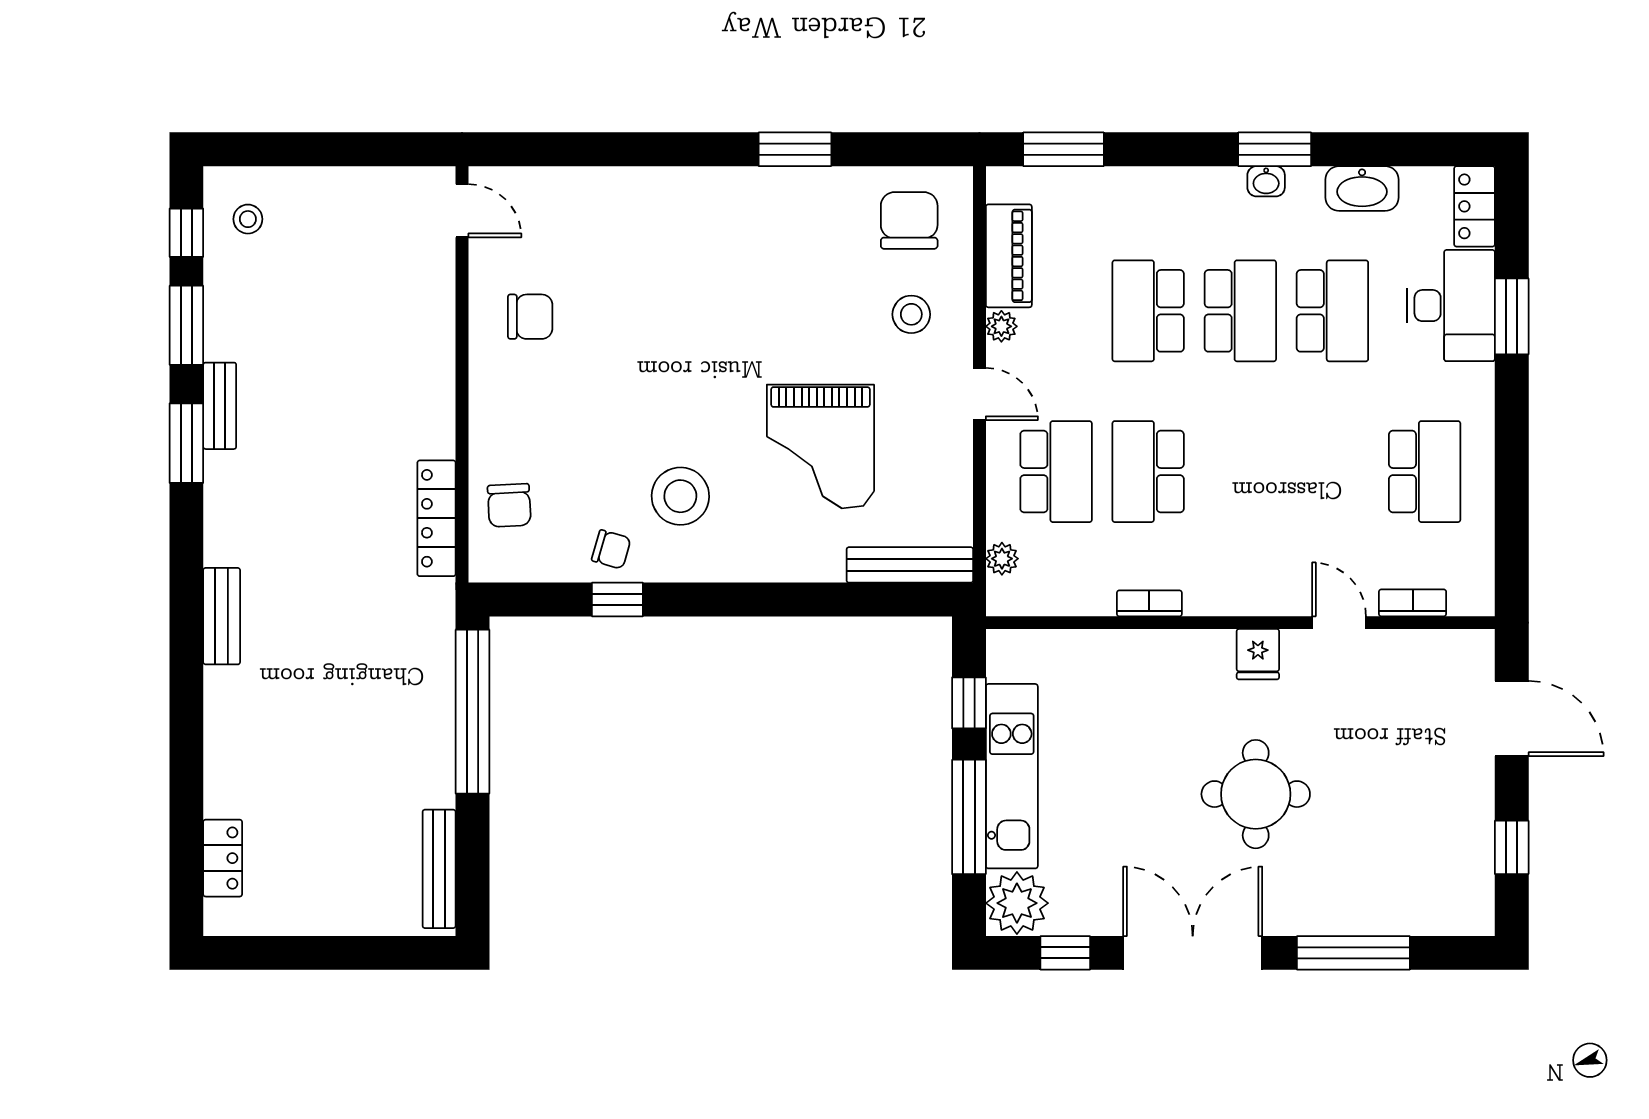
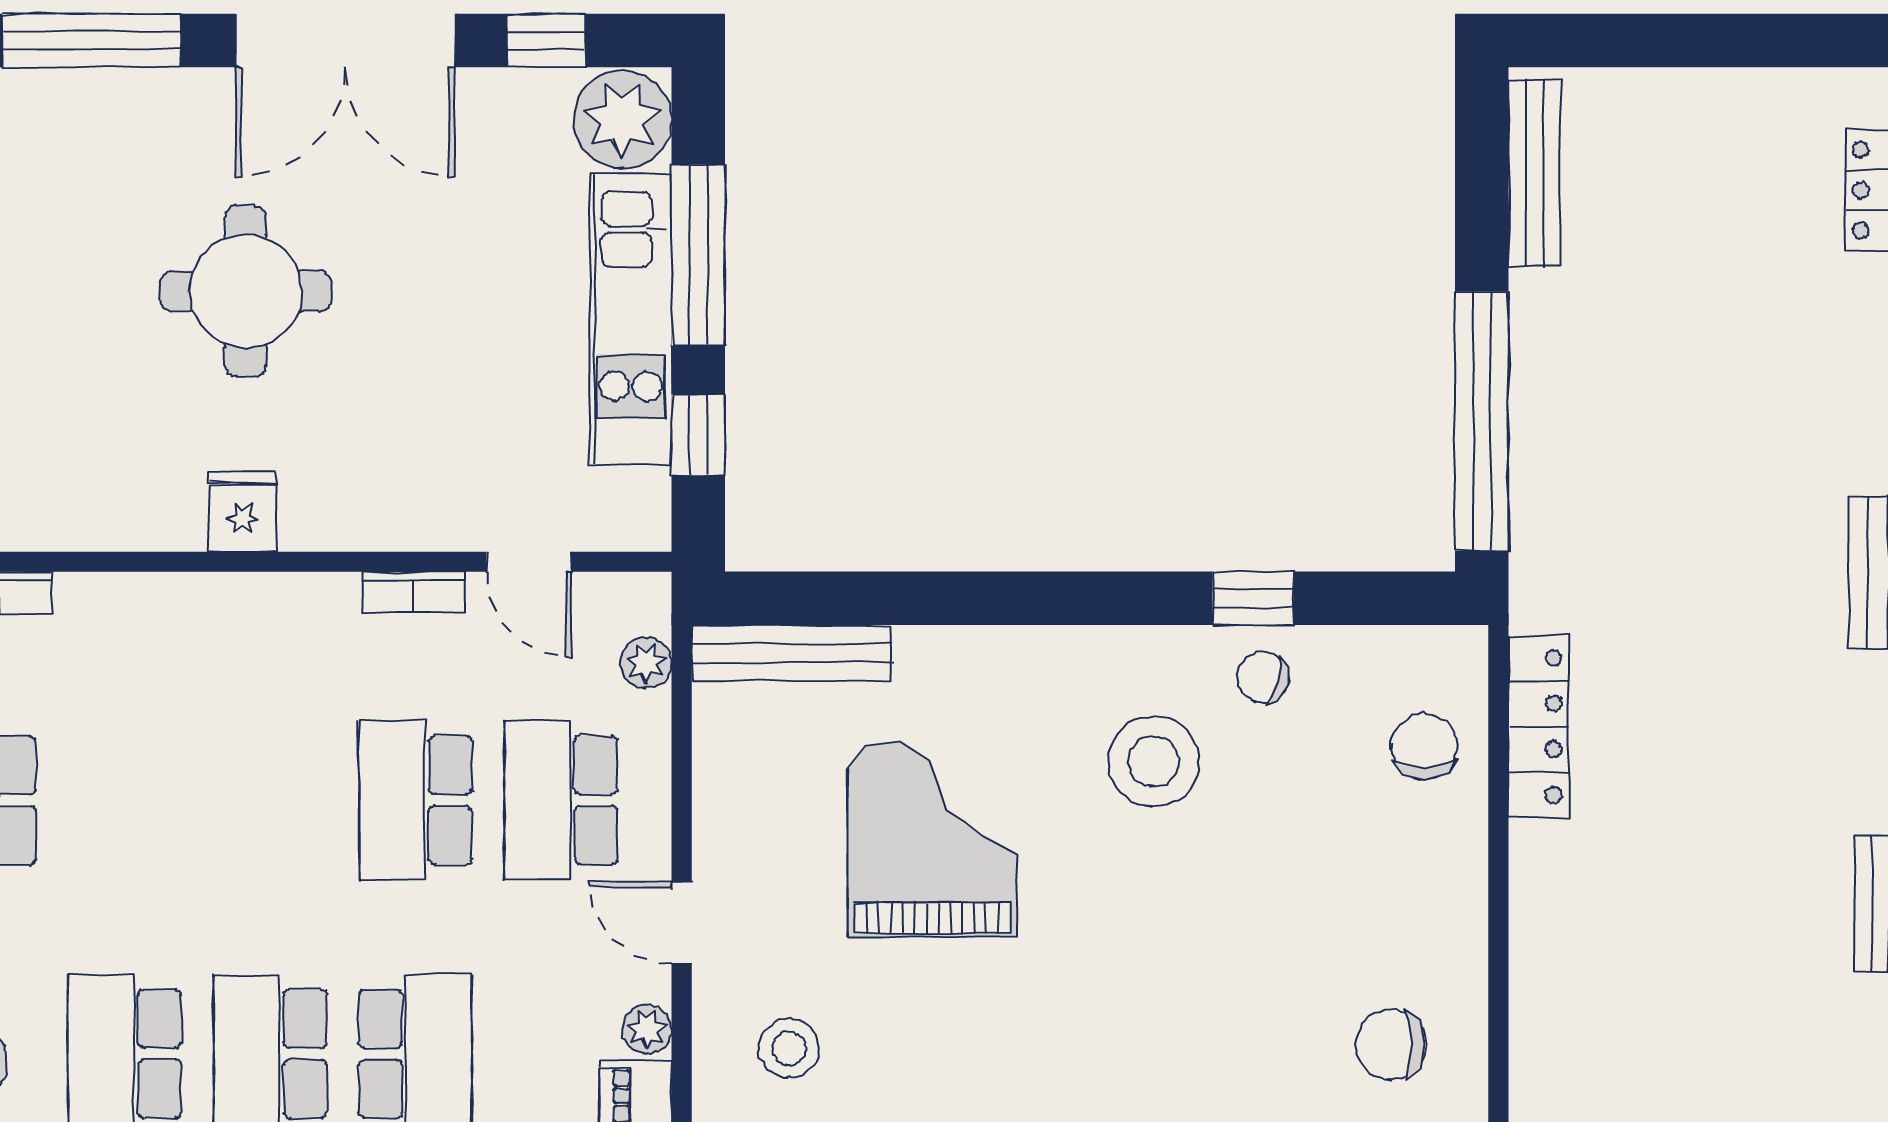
school desk: (1148, 472) -> (415, 800), turned 180
door: (1339, 623) -> (529, 562), moved

